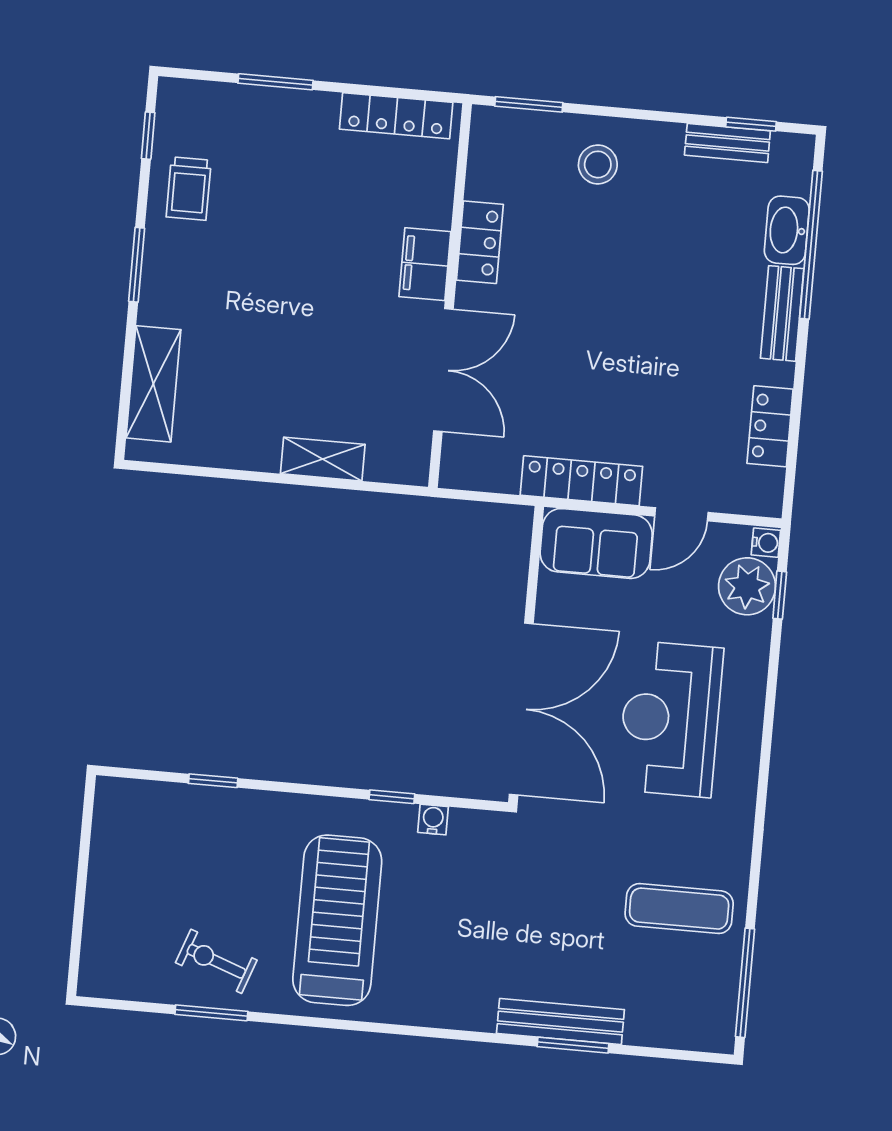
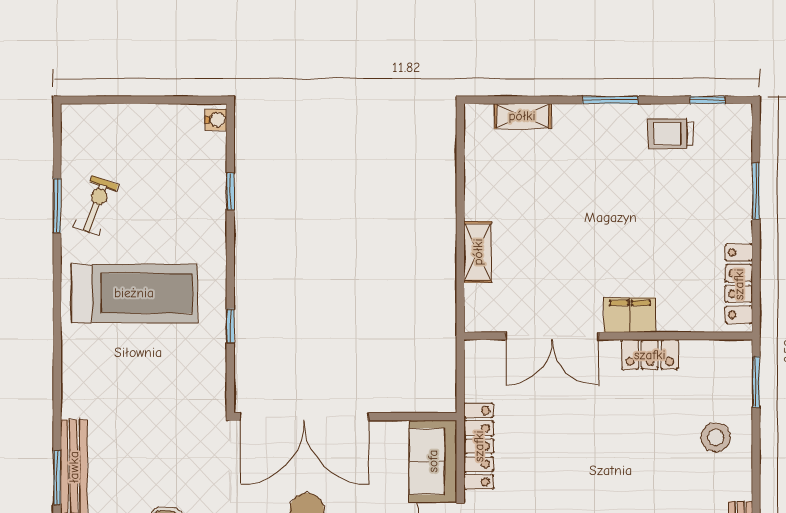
shelving: (153, 384) -> (522, 116), width x0.67, depth x0.75
water cooler: (433, 819) -> (216, 120), moved

